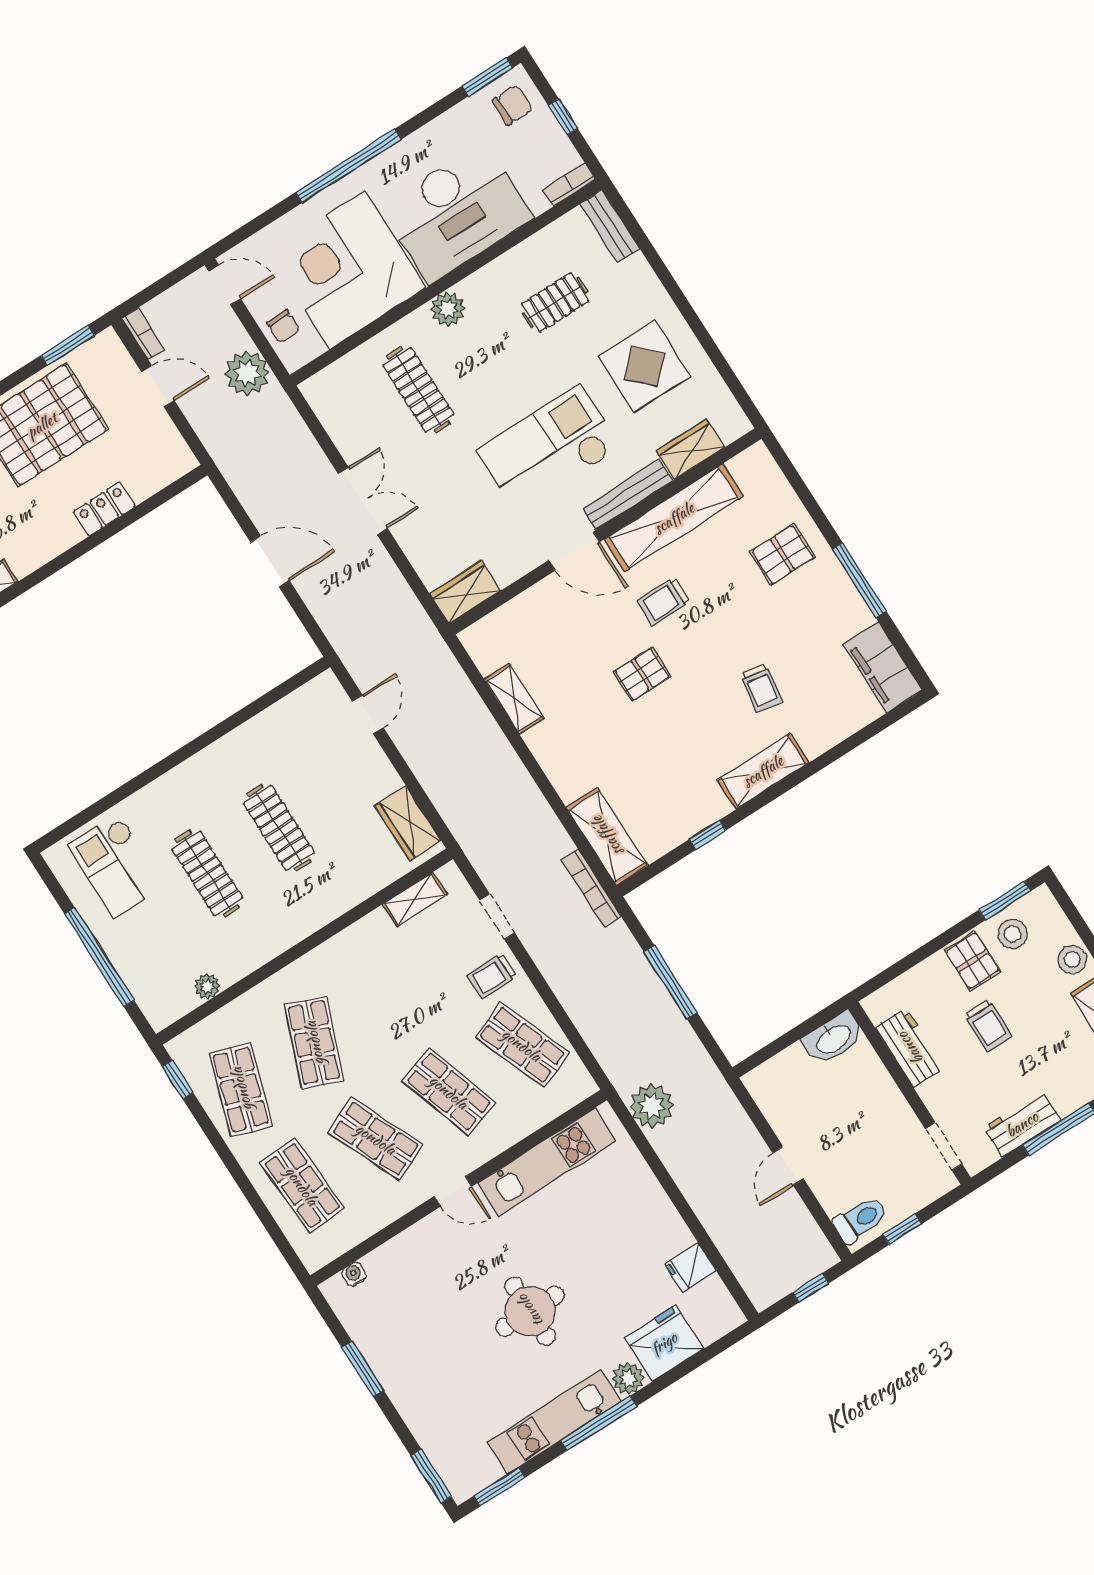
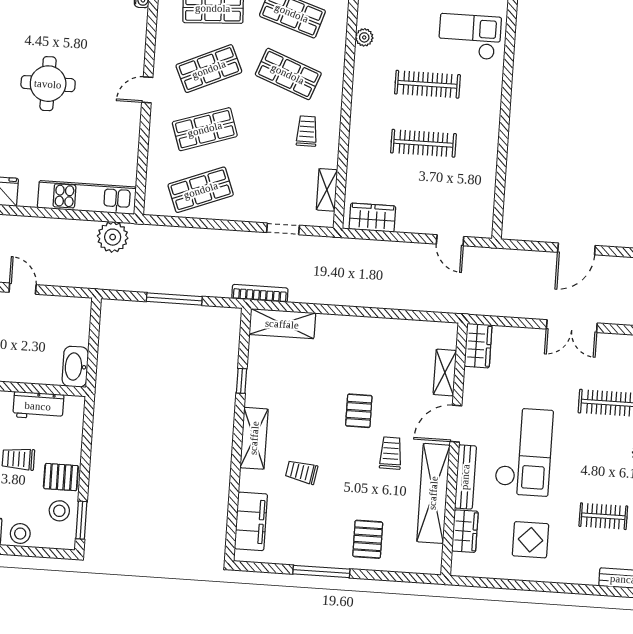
clothes rail: (555, 302) -> (603, 516), turned 90
display table: (644, 366) -> (530, 540), width x0.73, depth x0.73
filing cabinet: (883, 667) -> (251, 521), moved, turned 90
shelving: (514, 699) -> (445, 372), moved, turned 90
trolley: (492, 976) -> (307, 131), moved
kitchen unit: (547, 1162) -> (87, 197), moved, turned 90

